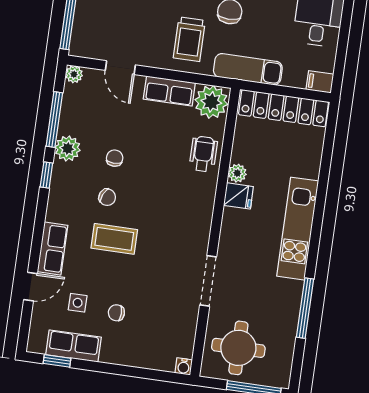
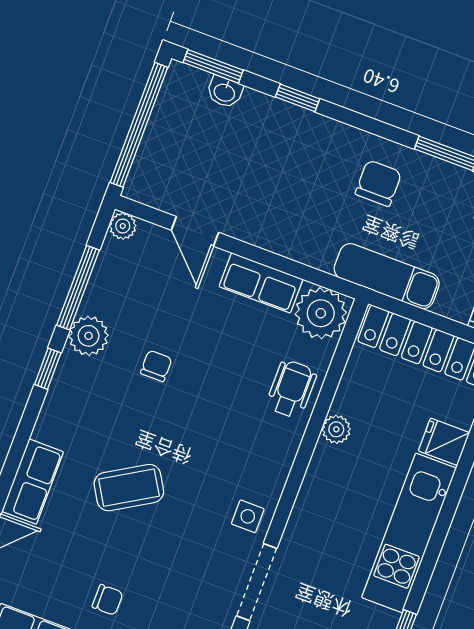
trolley: (189, 39) -> (308, 211), removed
fridge: (238, 196) -> (444, 442), moved, turned 180
chair: (107, 197) -> (132, 422), removed
coffee table: (114, 239) -> (129, 488), turned -31
side table: (78, 303) -> (248, 516), moved
chair: (116, 313) -> (108, 600), turned 180

